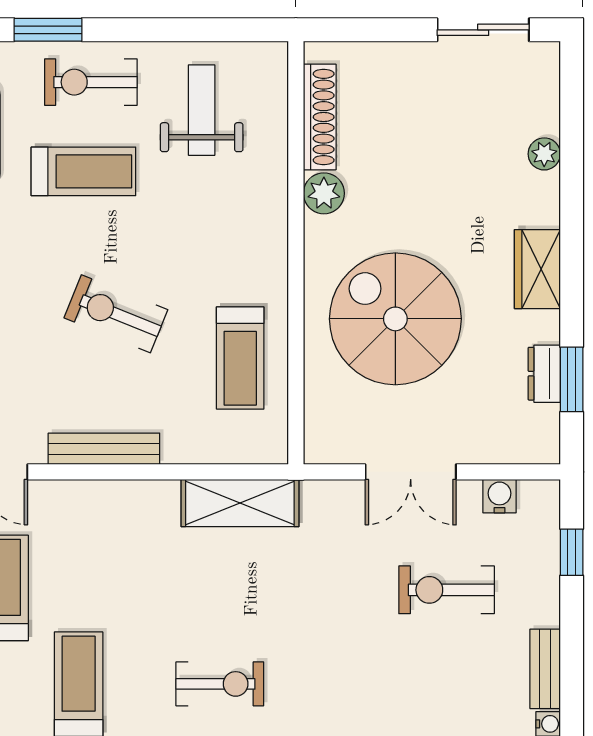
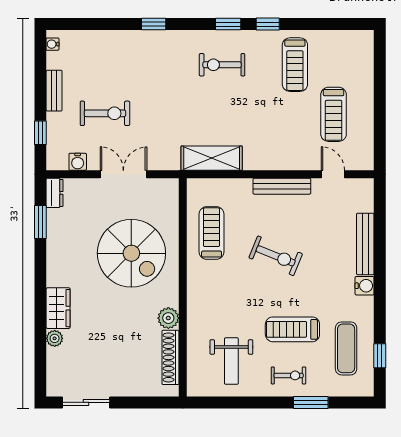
exercise bike: (91, 82) -> (289, 375), width x0.73, depth x0.72
wardrobe: (537, 269) -> (58, 308), moved
dresser: (544, 374) -> (55, 193), moved
bench: (545, 669) -> (54, 91), moved

